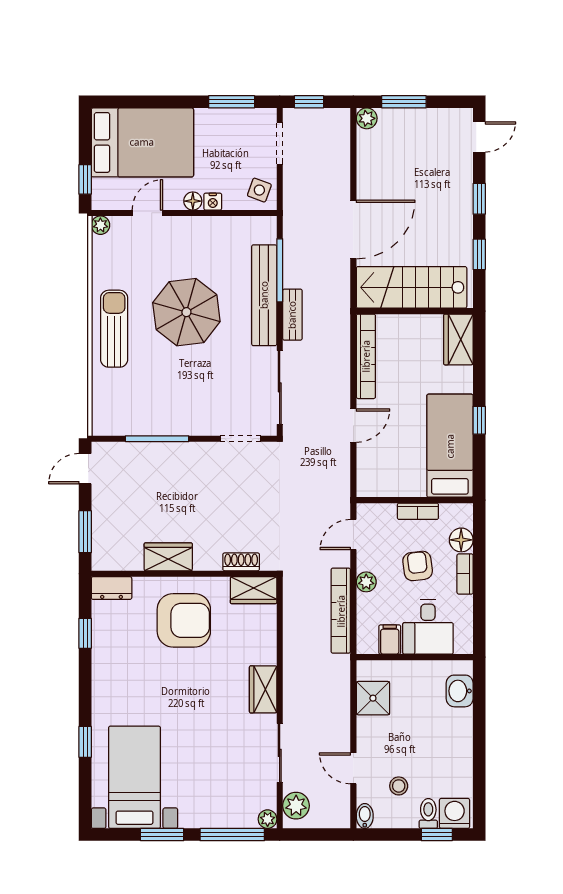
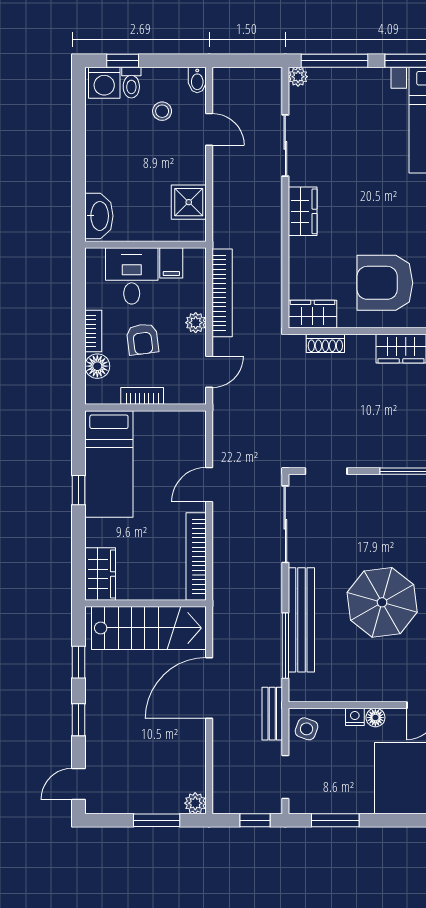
bench: (292, 315) -> (272, 714), moved
washbasin: (460, 691) -> (99, 216), width x1.38
plant: (296, 806) -> (268, 91), removed

